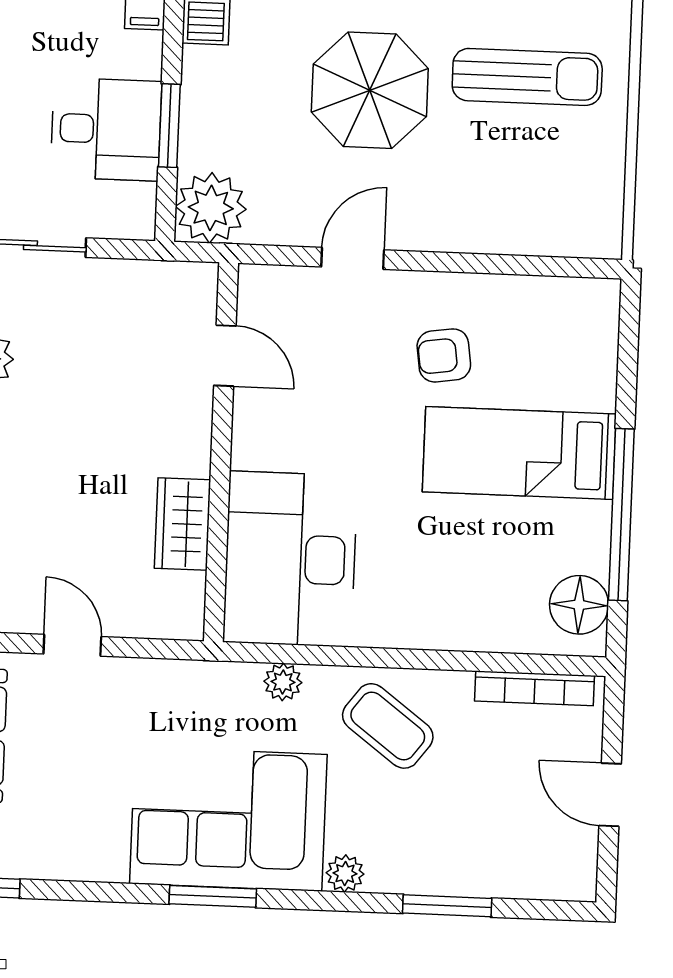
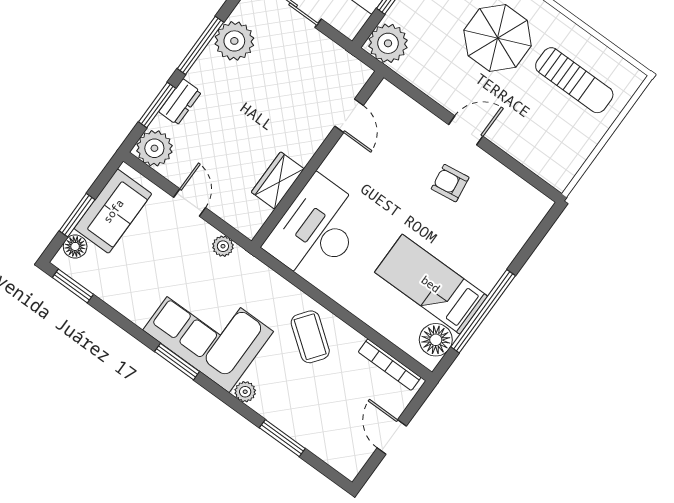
door: (353, 258) -> (466, 130), moved
bed: (519, 453) -> (431, 284), moved
plant: (283, 682) -> (223, 246), moved

